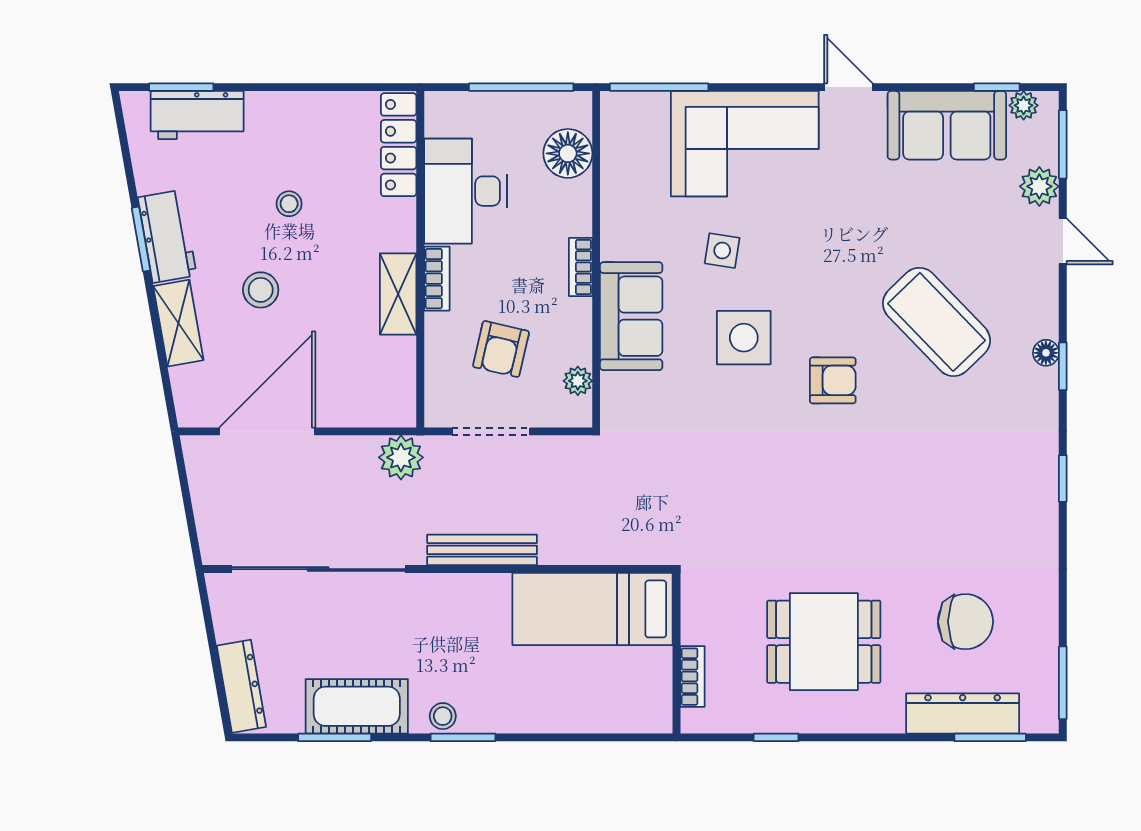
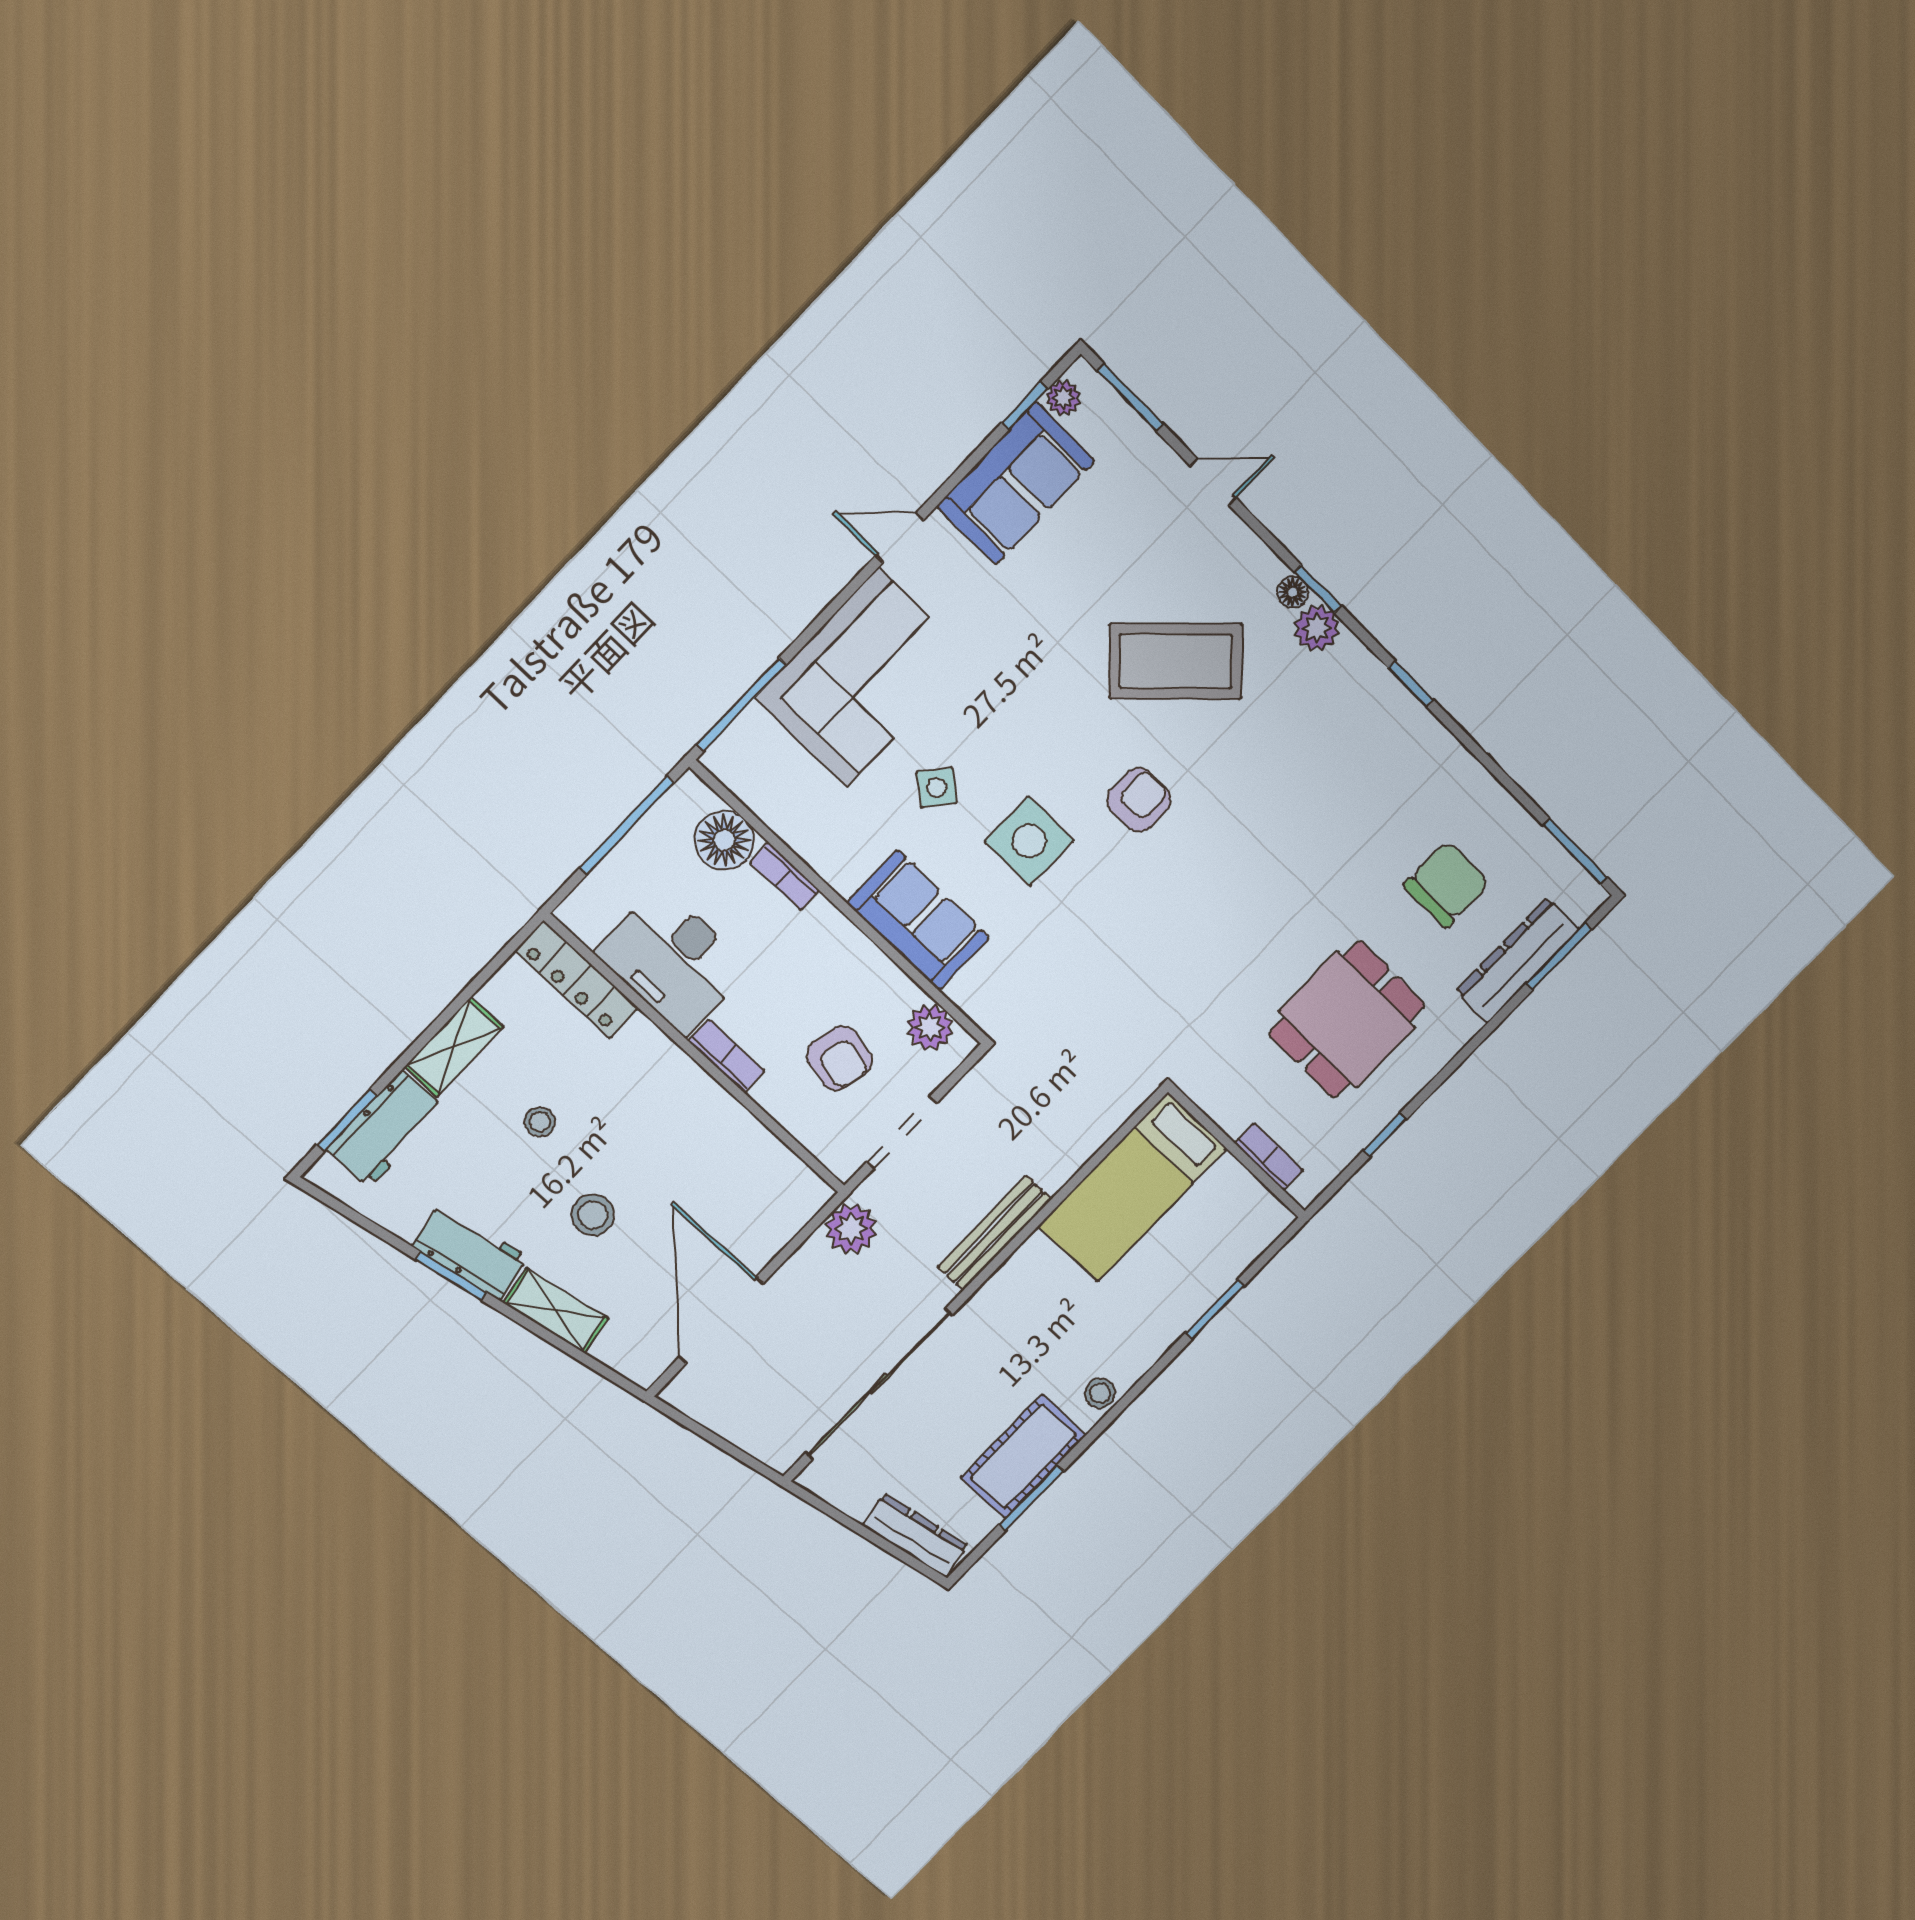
plant: (1039, 186) -> (1317, 628), moved
side table: (722, 251) -> (937, 787), turned 30
bookcase: (581, 267) -> (785, 876), moved
shelving: (398, 294) -> (454, 1047), moved, turned 90
plant: (578, 381) -> (930, 1027), width x1.38, depth x1.38
window: (463, 737) -> (1215, 1309), moved

